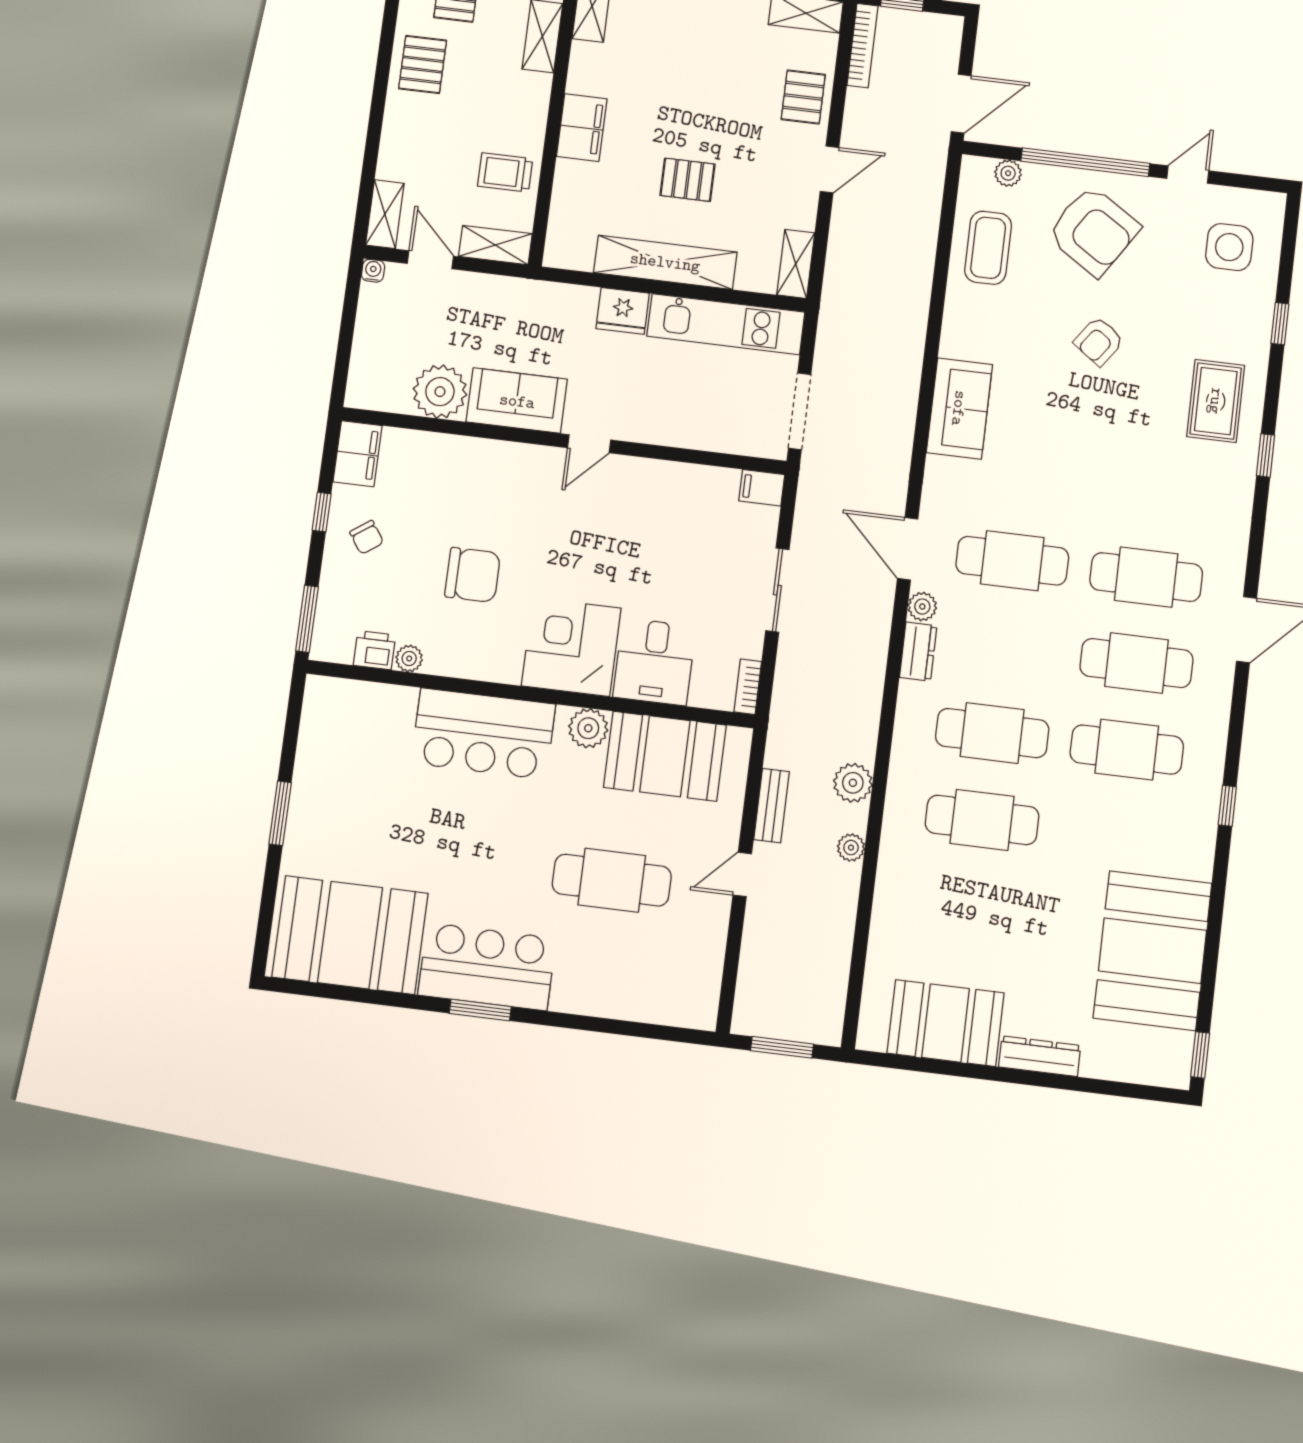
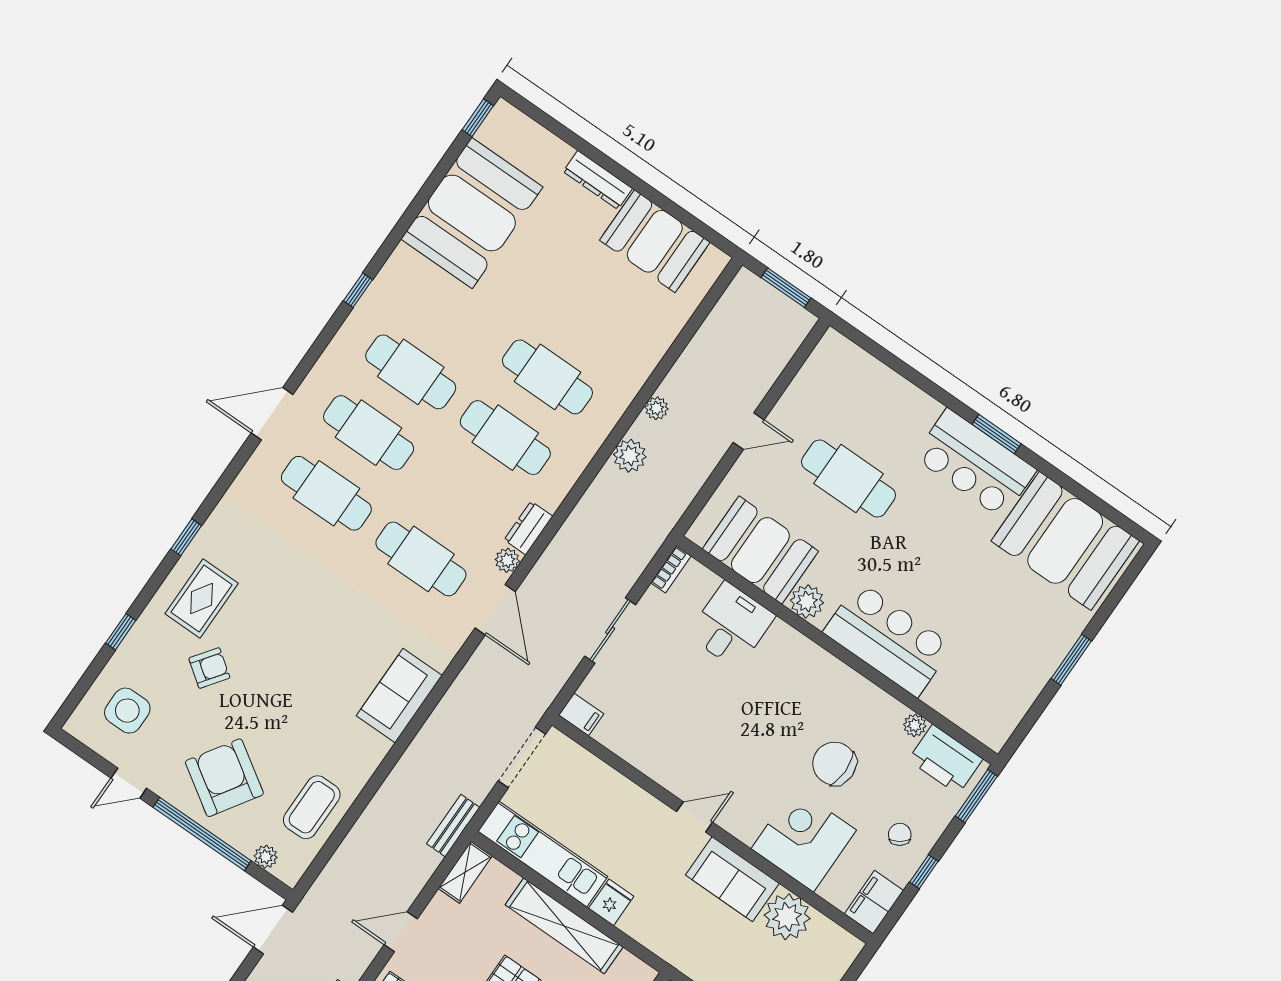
fridge: (623, 311) -> (611, 902), width x0.72
armchair: (1099, 341) -> (209, 668), moved
corner desk: (571, 647) -> (804, 839), moved, turned 180
printer: (374, 650) -> (945, 759), width x1.87, depth x1.48
bench: (771, 806) -> (453, 826), moved

